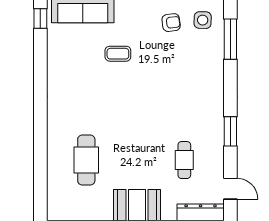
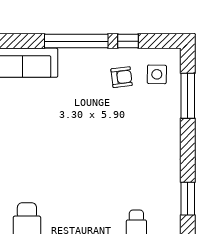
coffee table: (118, 54) -> (62, 112), removed

